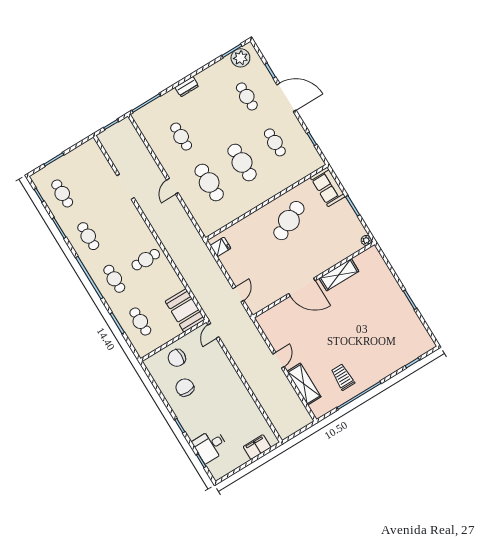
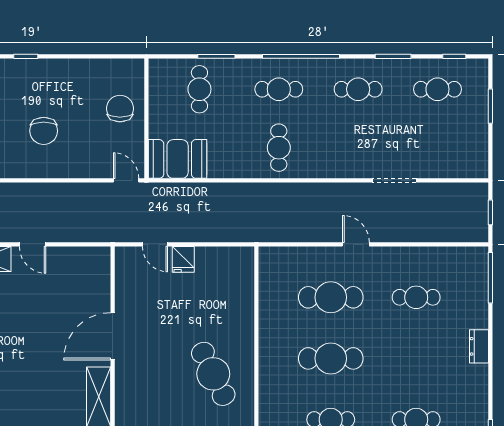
fridge: (220, 247) -> (183, 259), moved
cafe table: (140, 321) -> (199, 89), turned 90
chair: (185, 387) -> (44, 131), moved, turned 90

